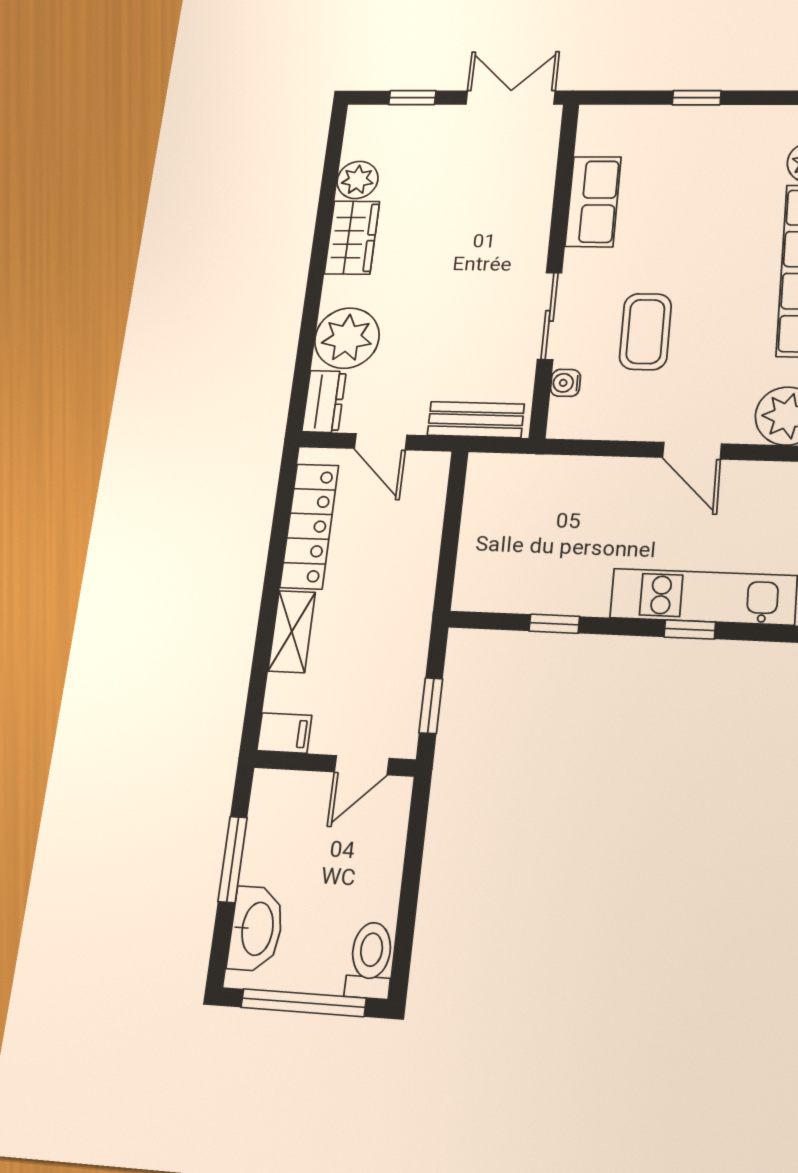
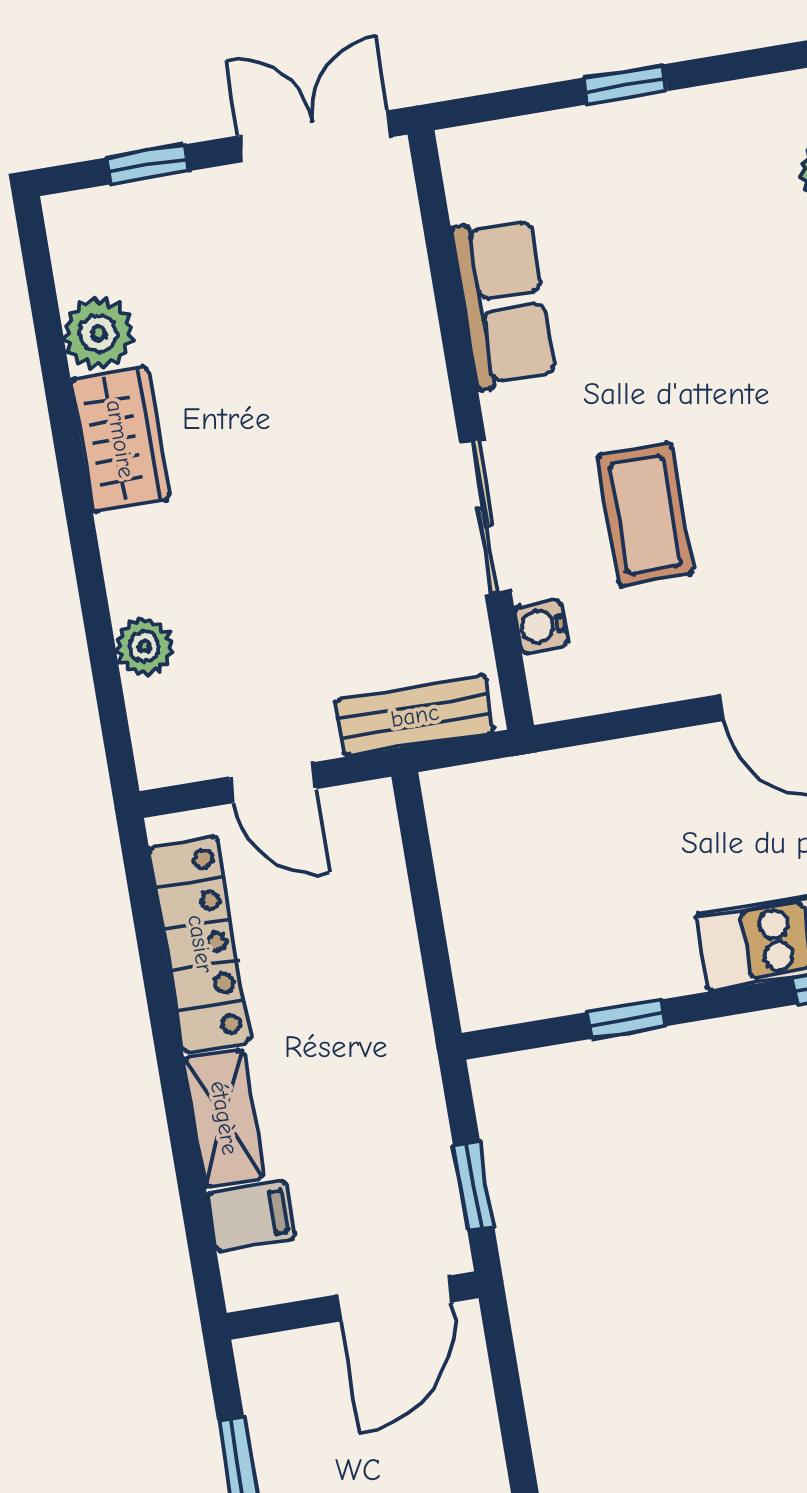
plant: (347, 338) -> (144, 647), width x0.53, depth x0.53
dresser: (324, 401) -> (160, 733), removed
filing cabinet: (284, 733) -> (251, 1216), moved
door: (362, 765) -> (395, 1299), width x1.38

